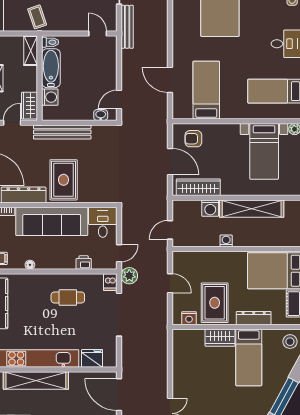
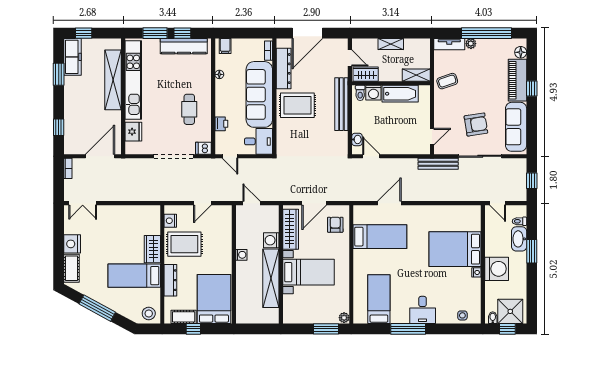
toilet: (50, 42) -> (360, 93), moved
bed with nightstands: (264, 151) -> (308, 272), moved, turned 180
plant: (129, 276) -> (209, 166), removed

